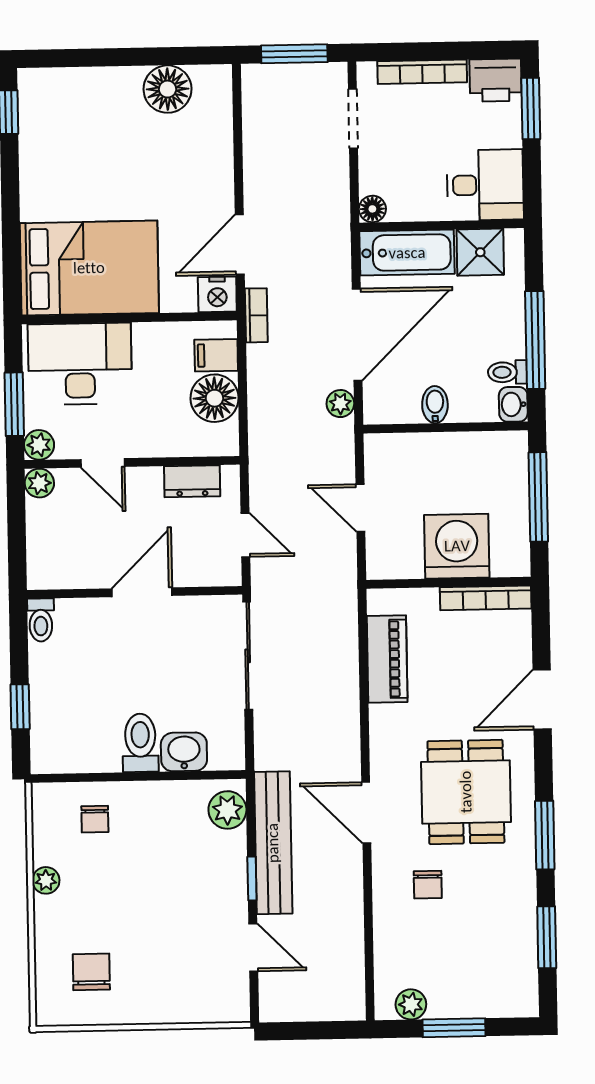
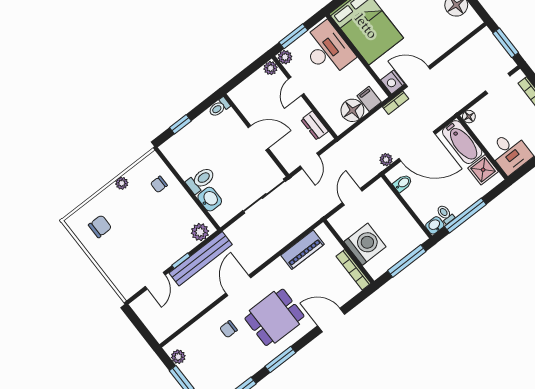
bidet: (435, 405) -> (403, 183), moved

